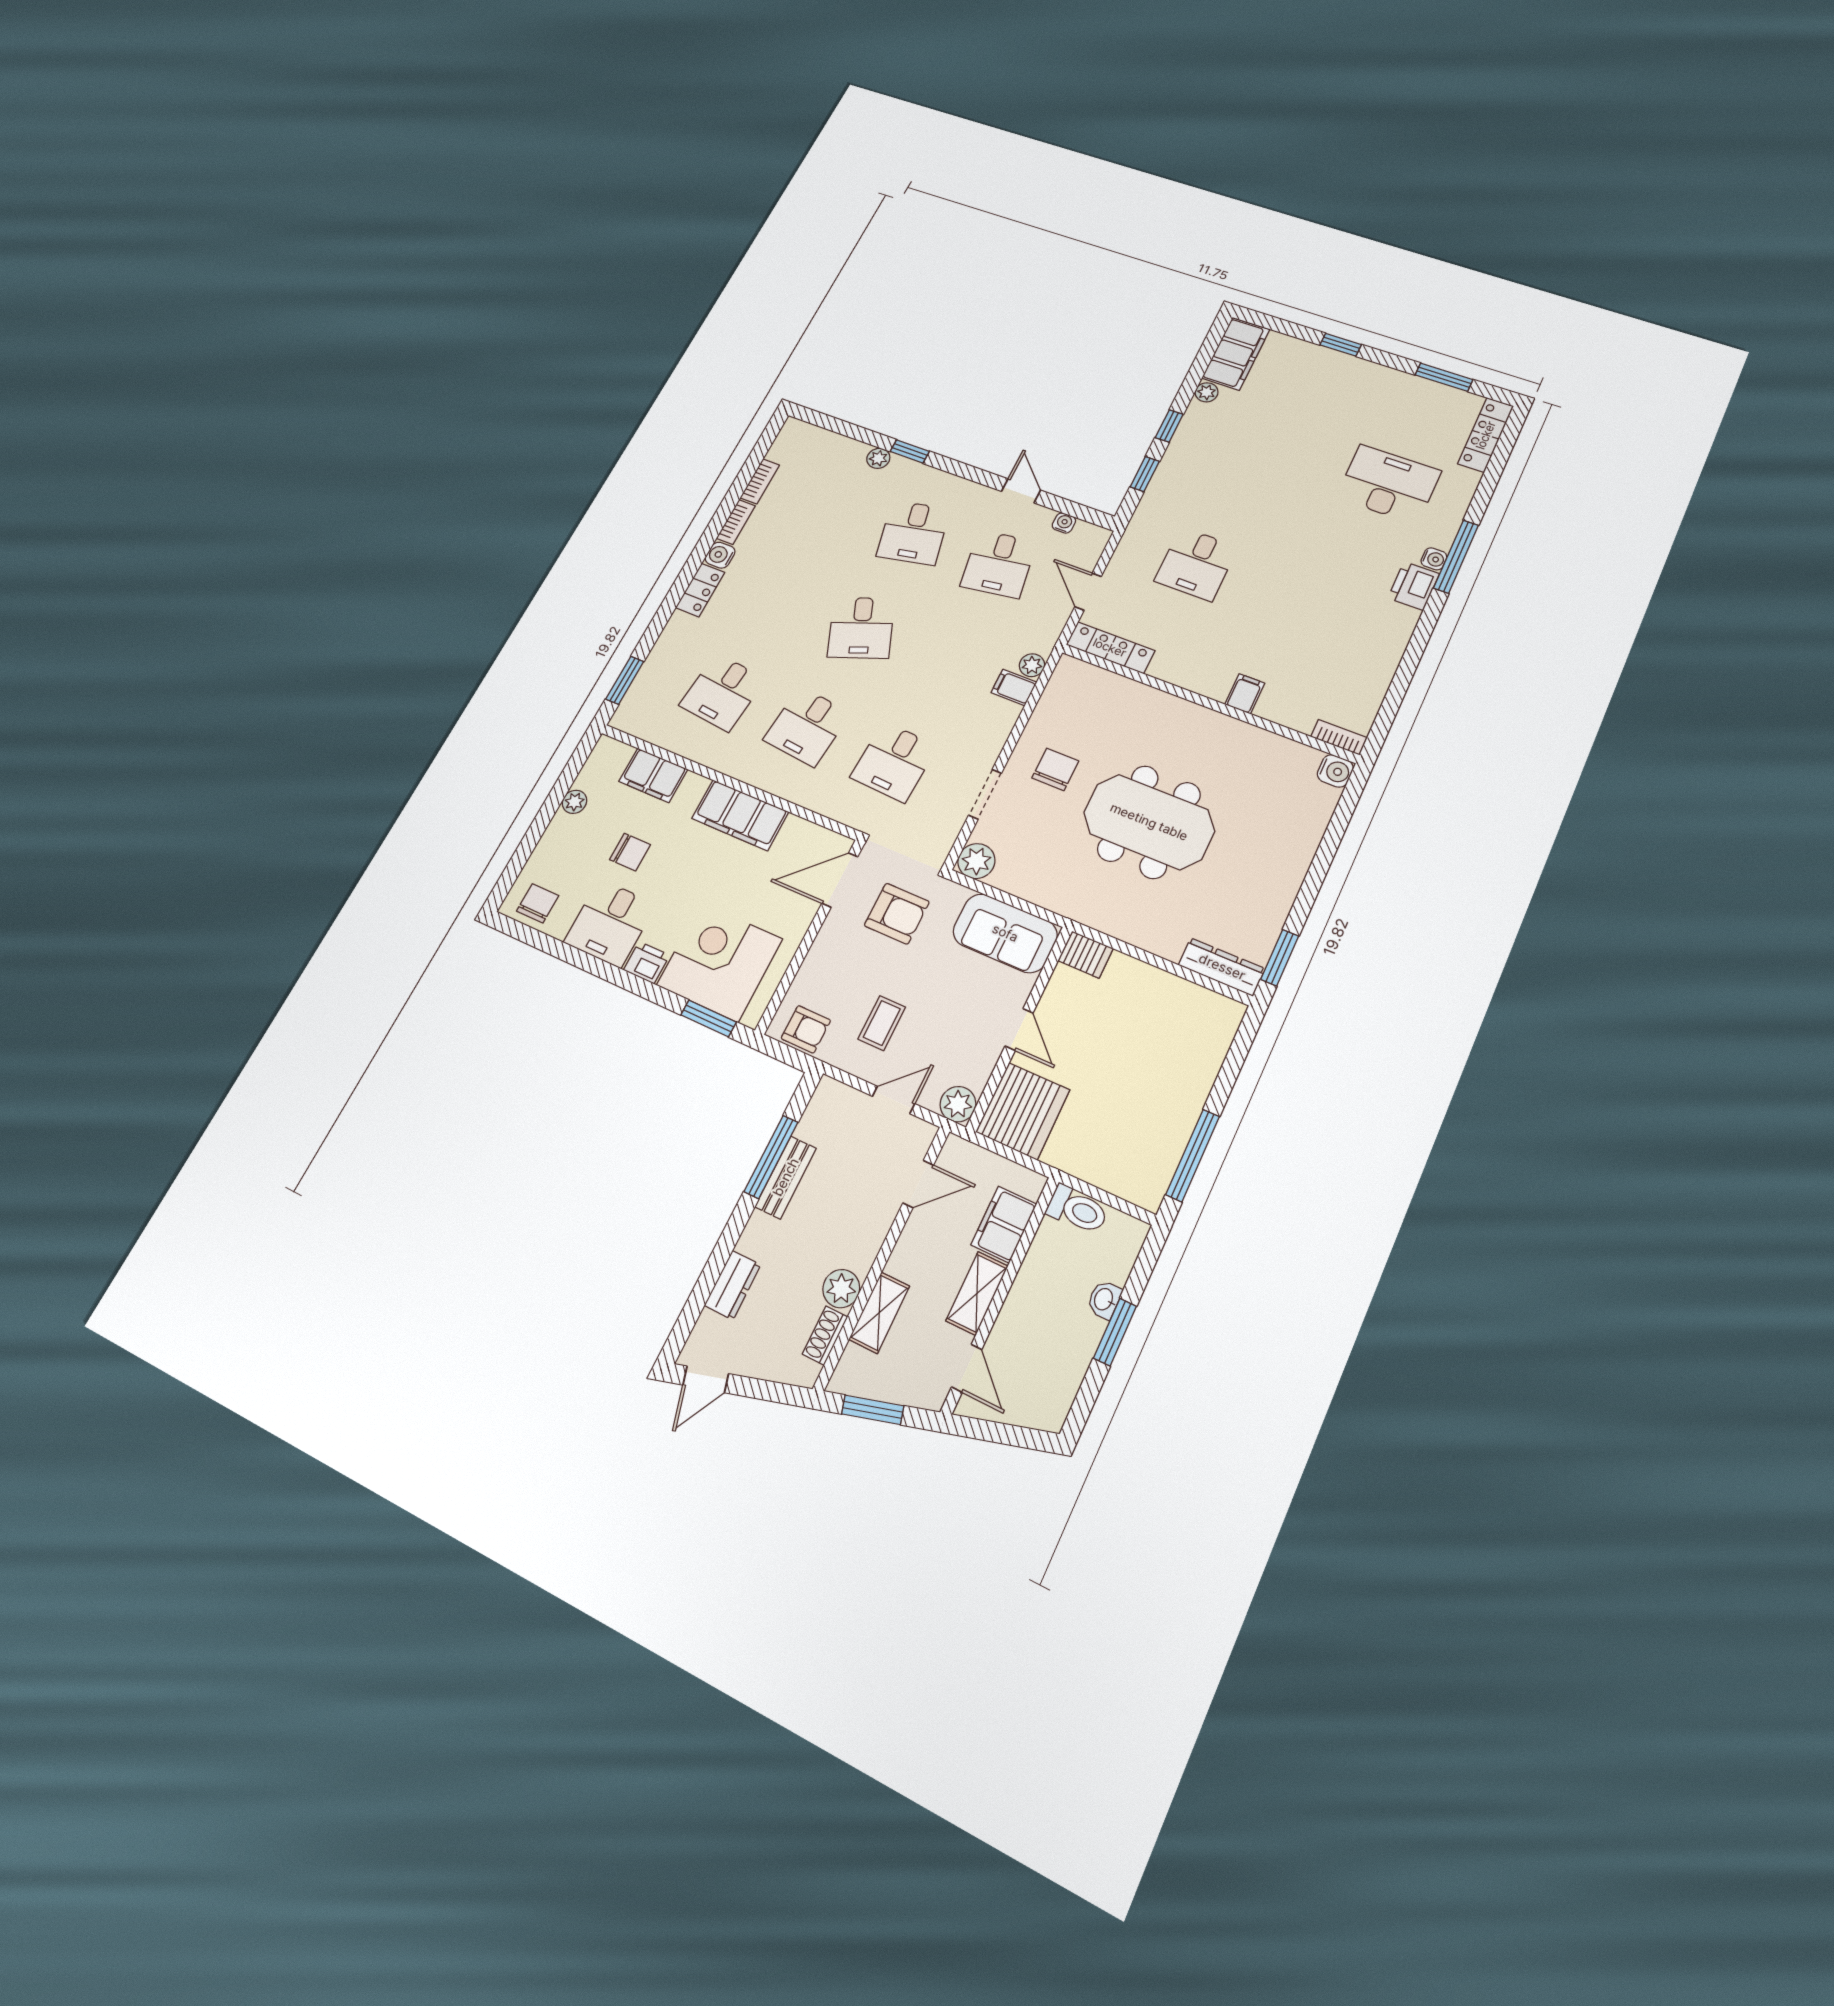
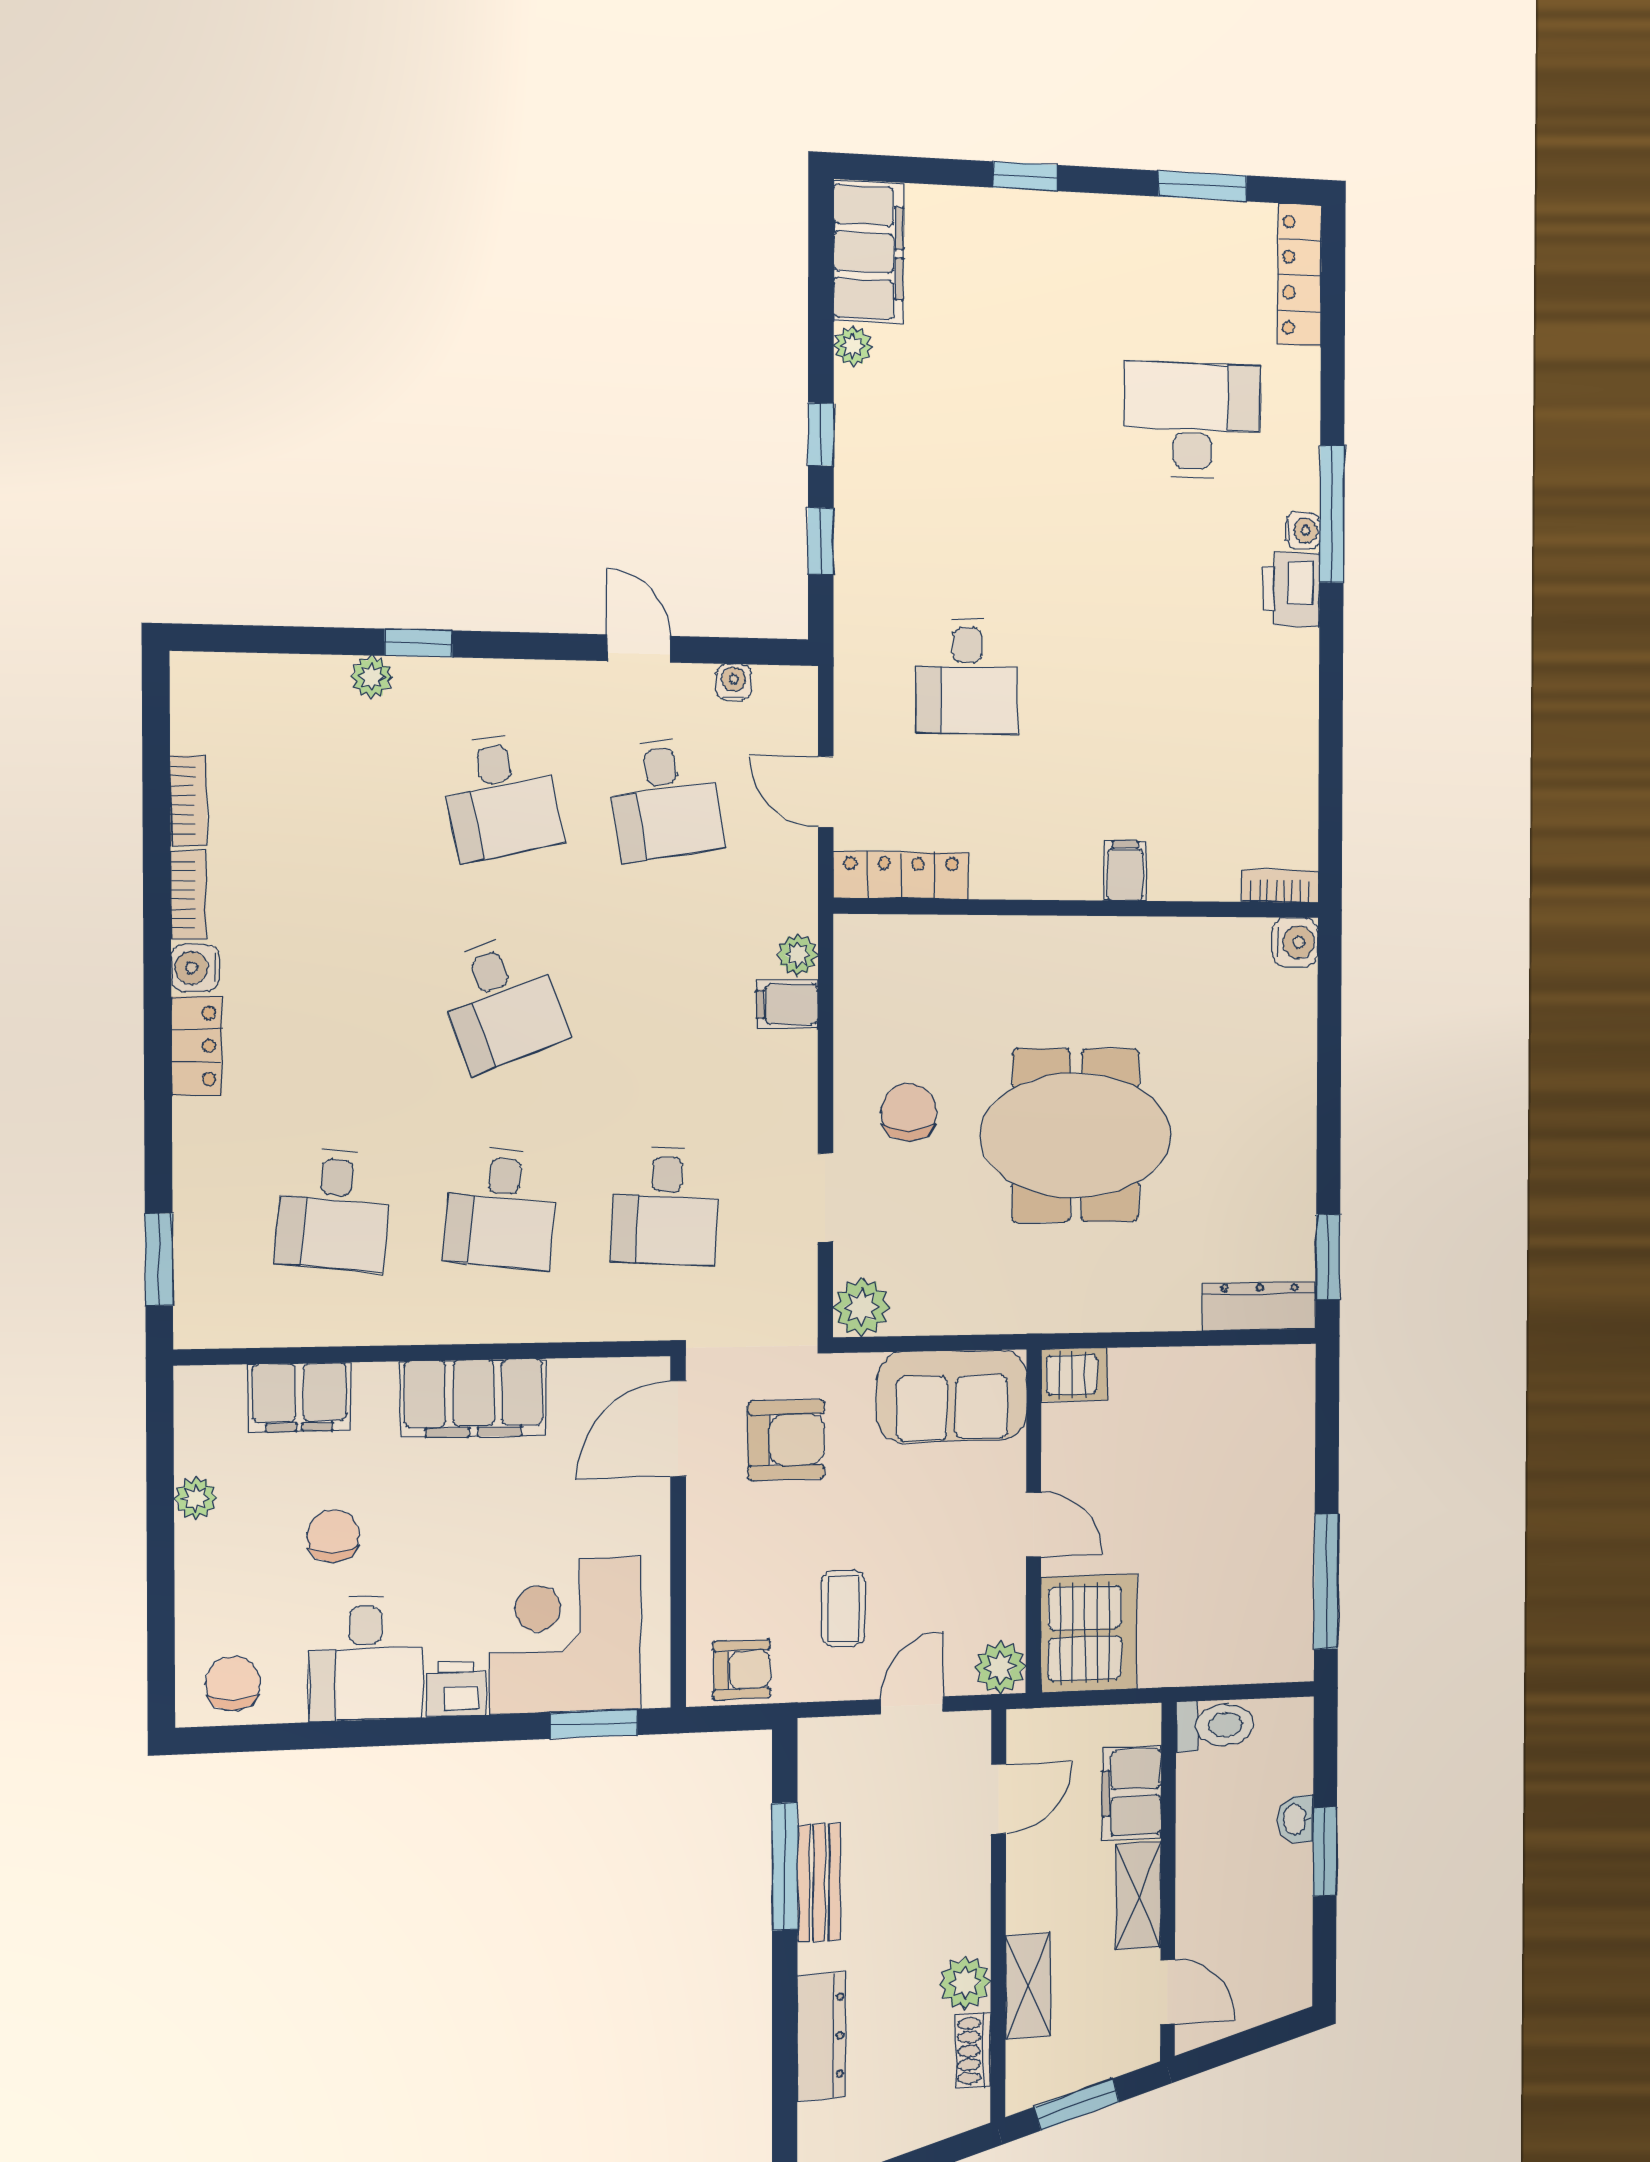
chair: (630, 852) -> (333, 1536), turned -90
dresser: (733, 1285) -> (821, 2036), width x1.44

